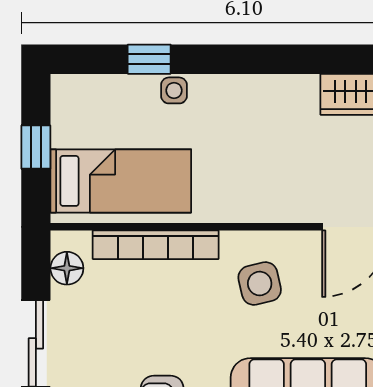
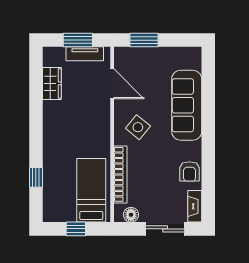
side table: (174, 90) -> (50, 166), removed
side table: (260, 284) -> (138, 127), turned -38

